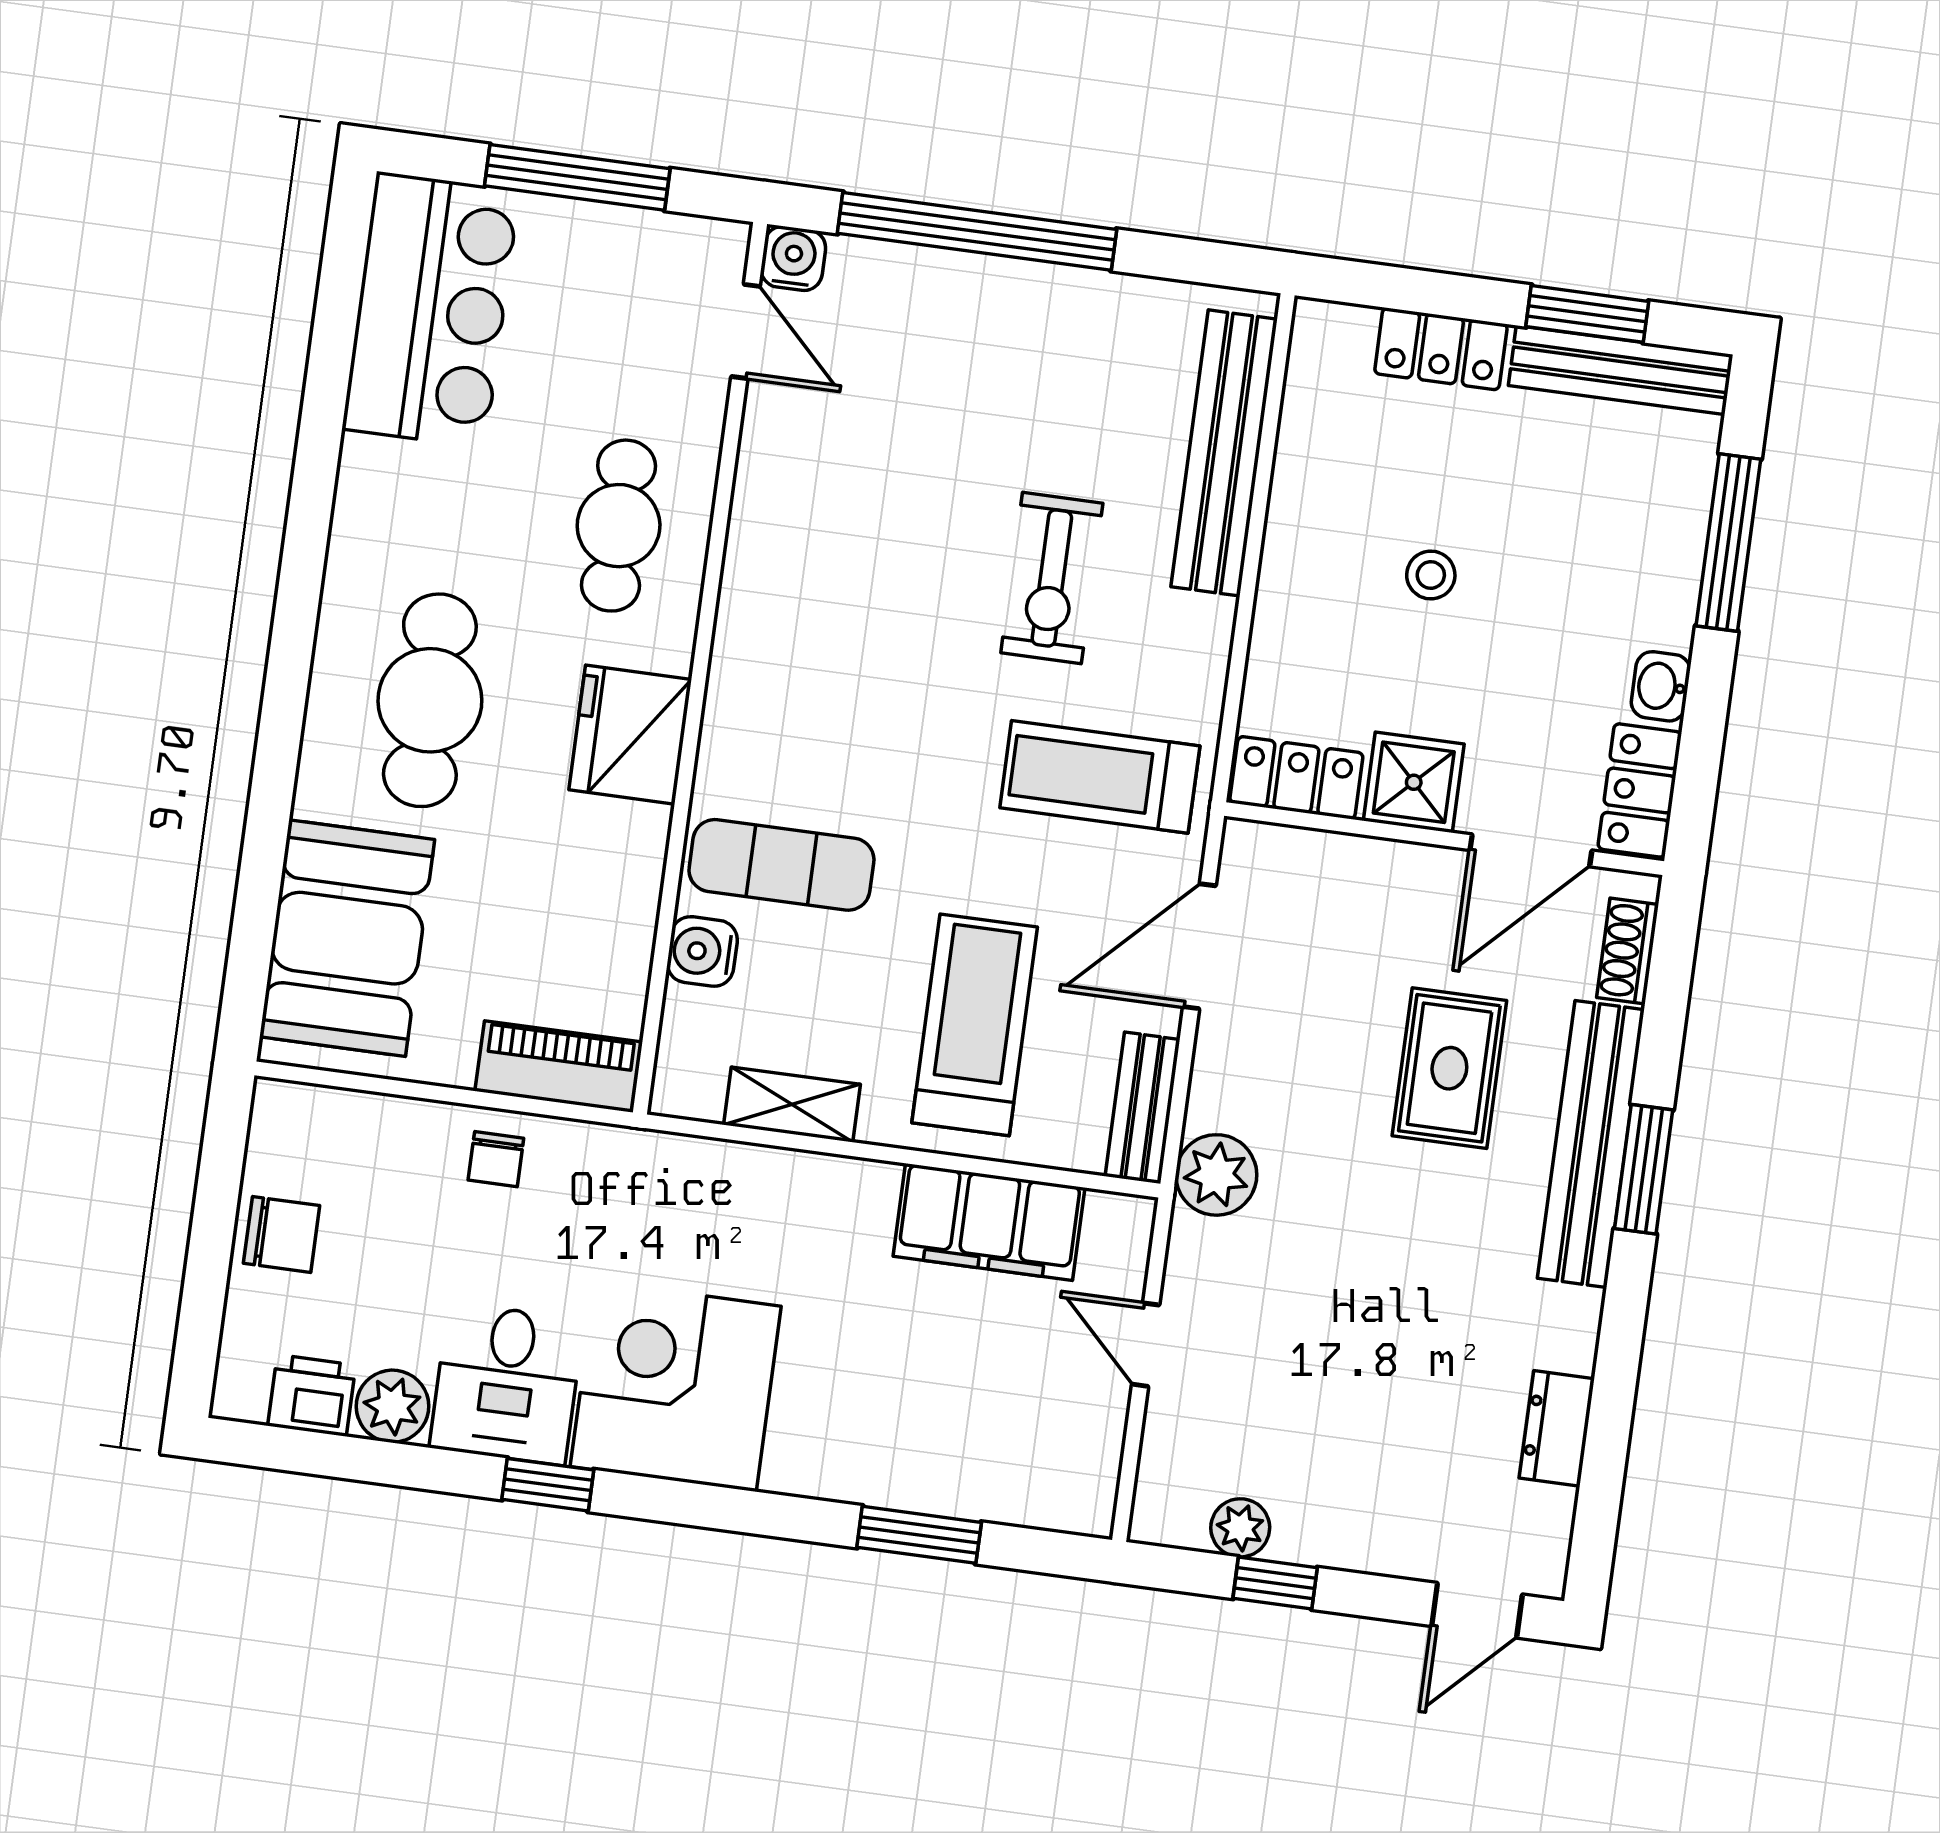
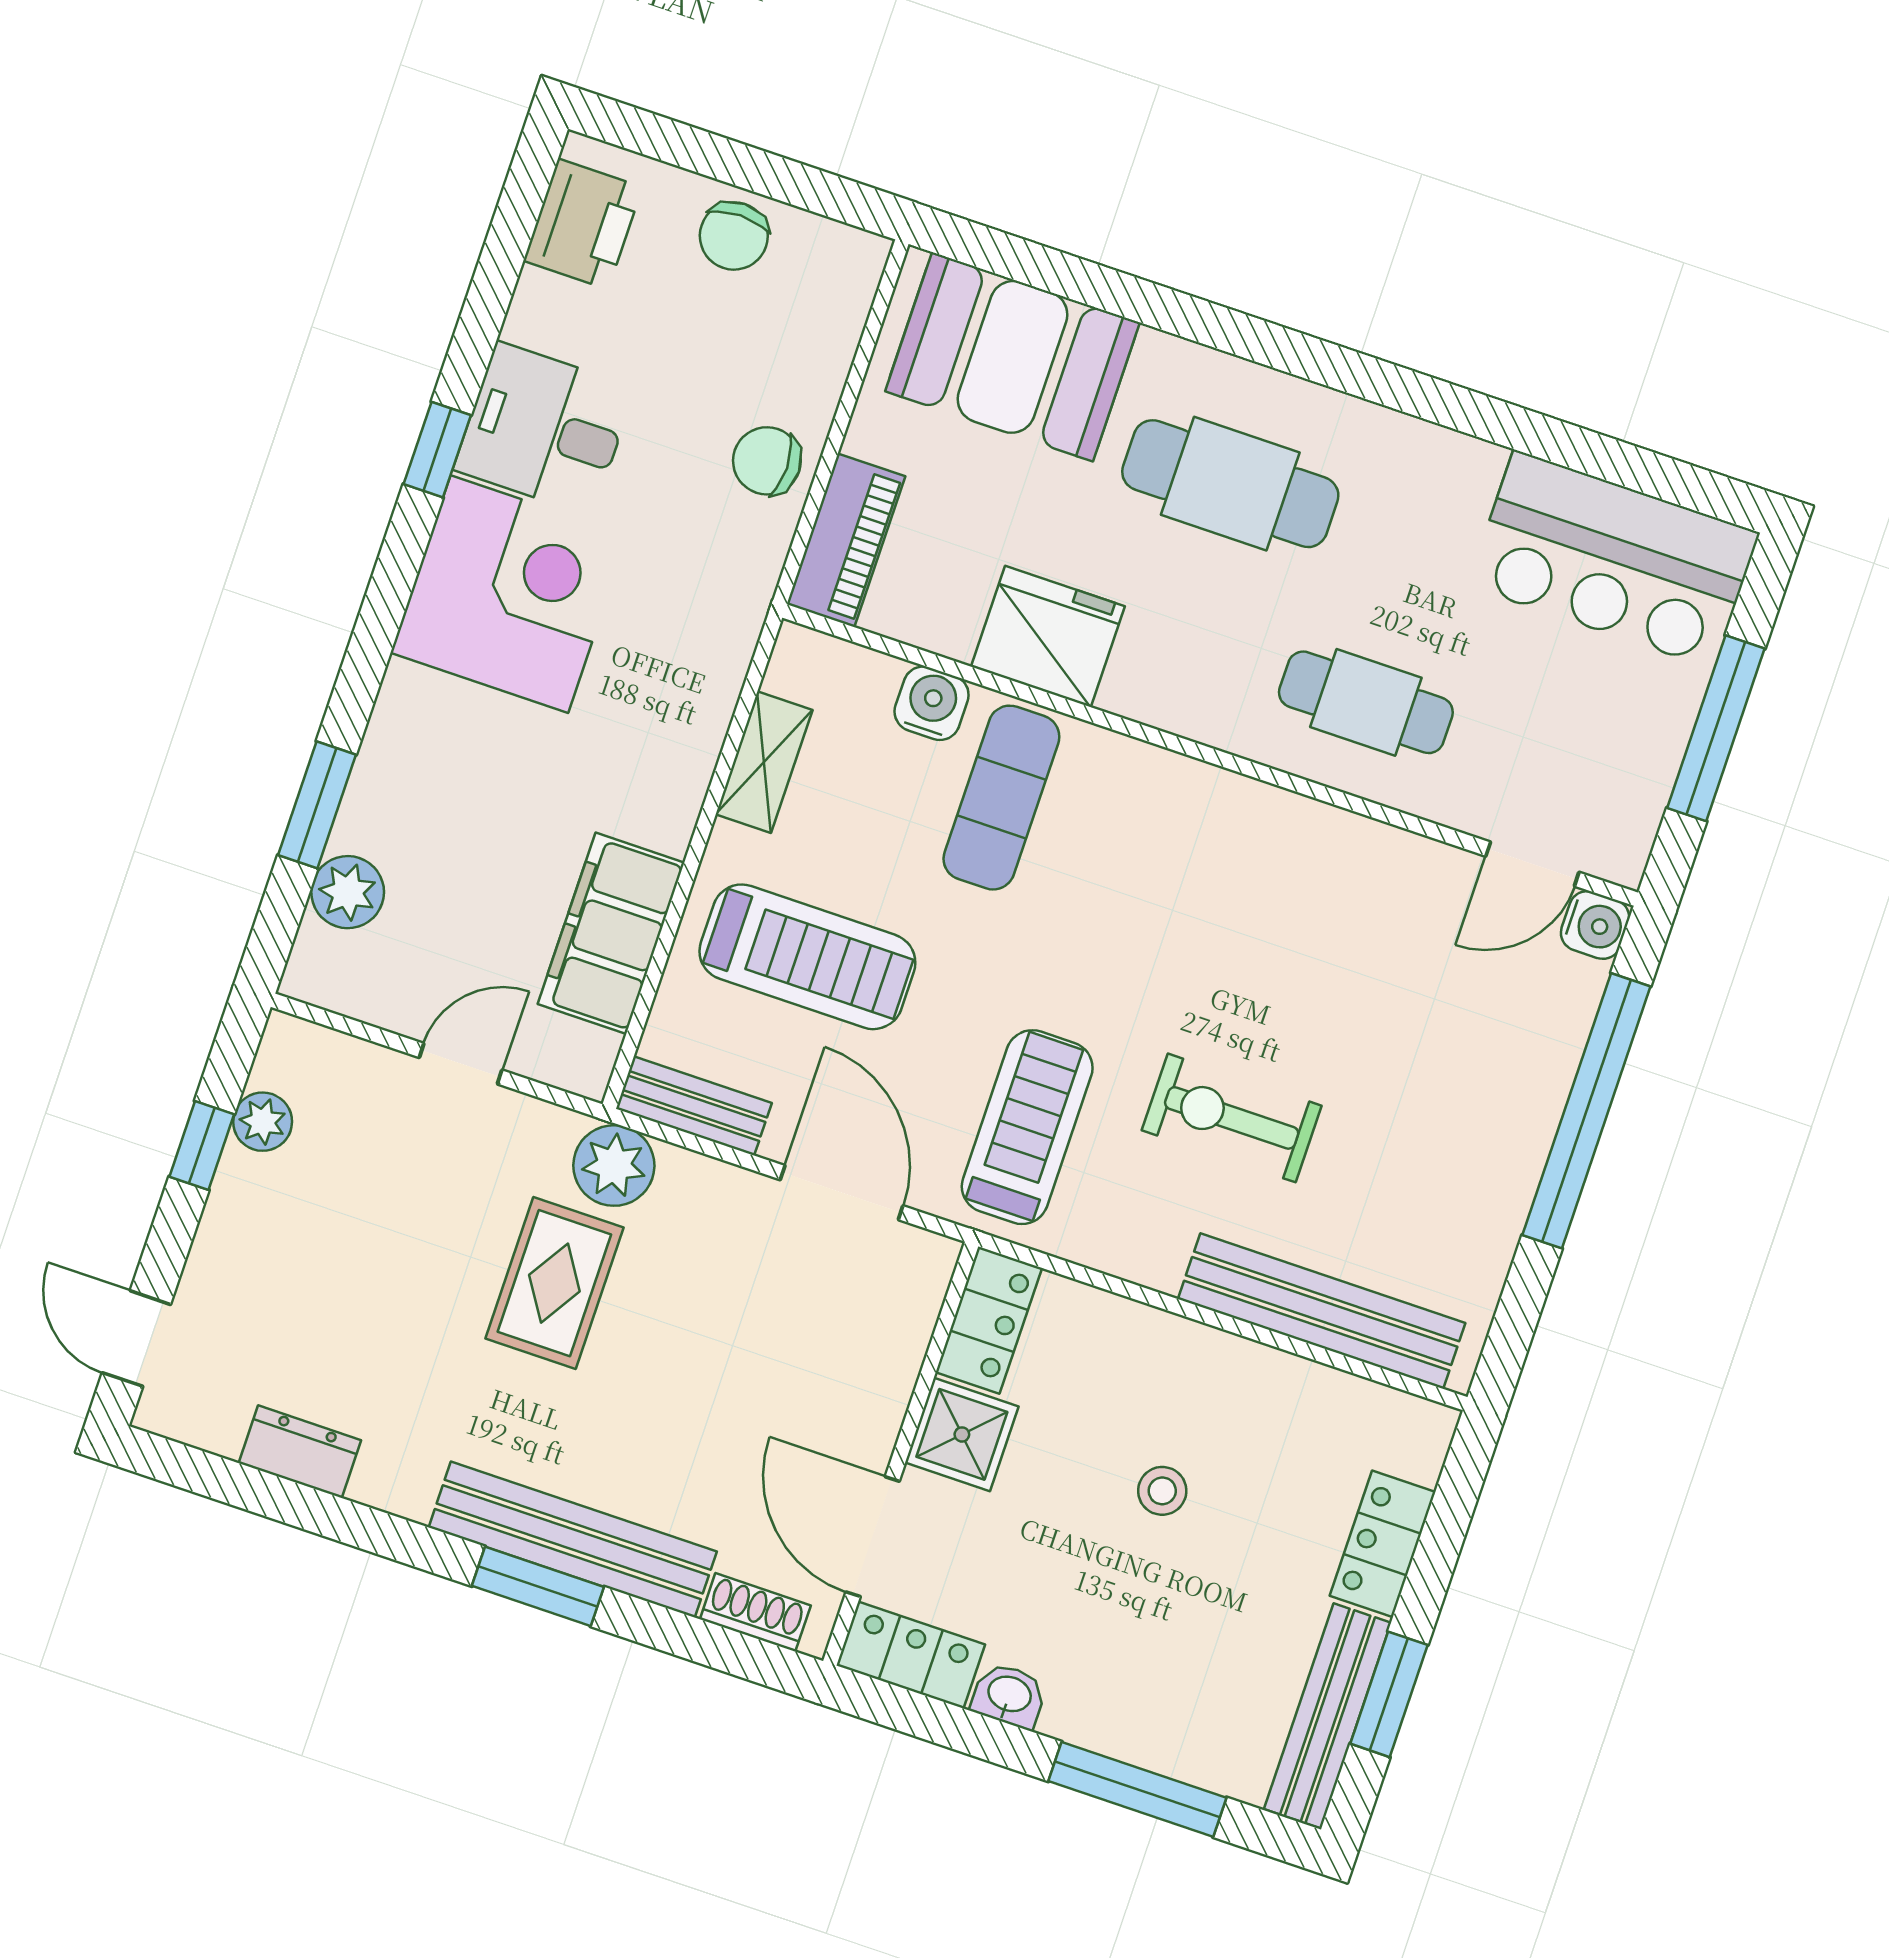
fridge: (630, 735) -> (1048, 636), moved
rug: (1449, 1068) -> (554, 1283), moved, turned 90
chair: (496, 1159) -> (767, 461), width x1.37, depth x1.37
printer: (312, 1395) -> (583, 224), width x1.36, depth x1.24
plant: (392, 1406) -> (348, 892), moved

